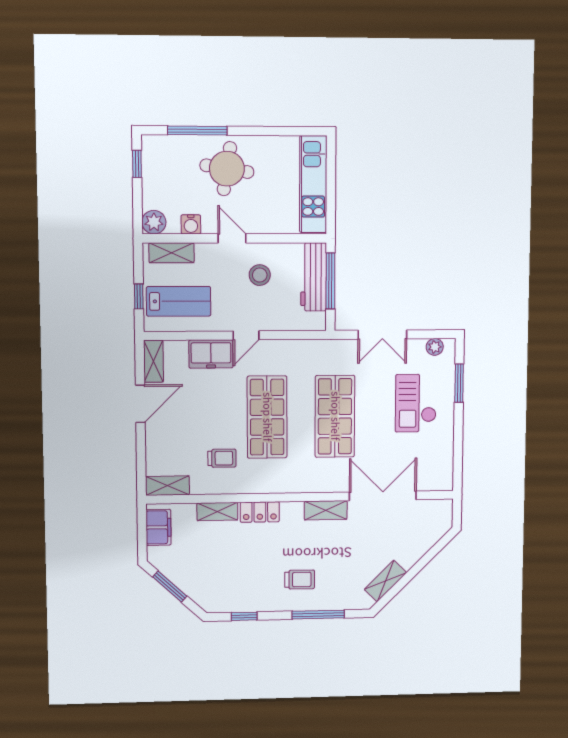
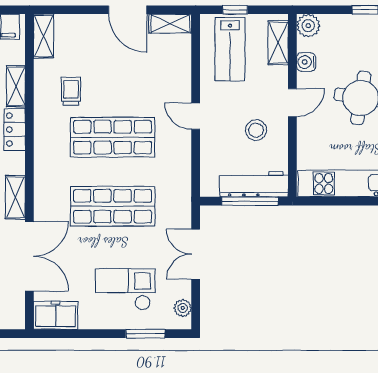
freezer: (211, 354) -> (56, 315), moved, turned 90
trolley: (222, 458) -> (71, 91), turned 180

